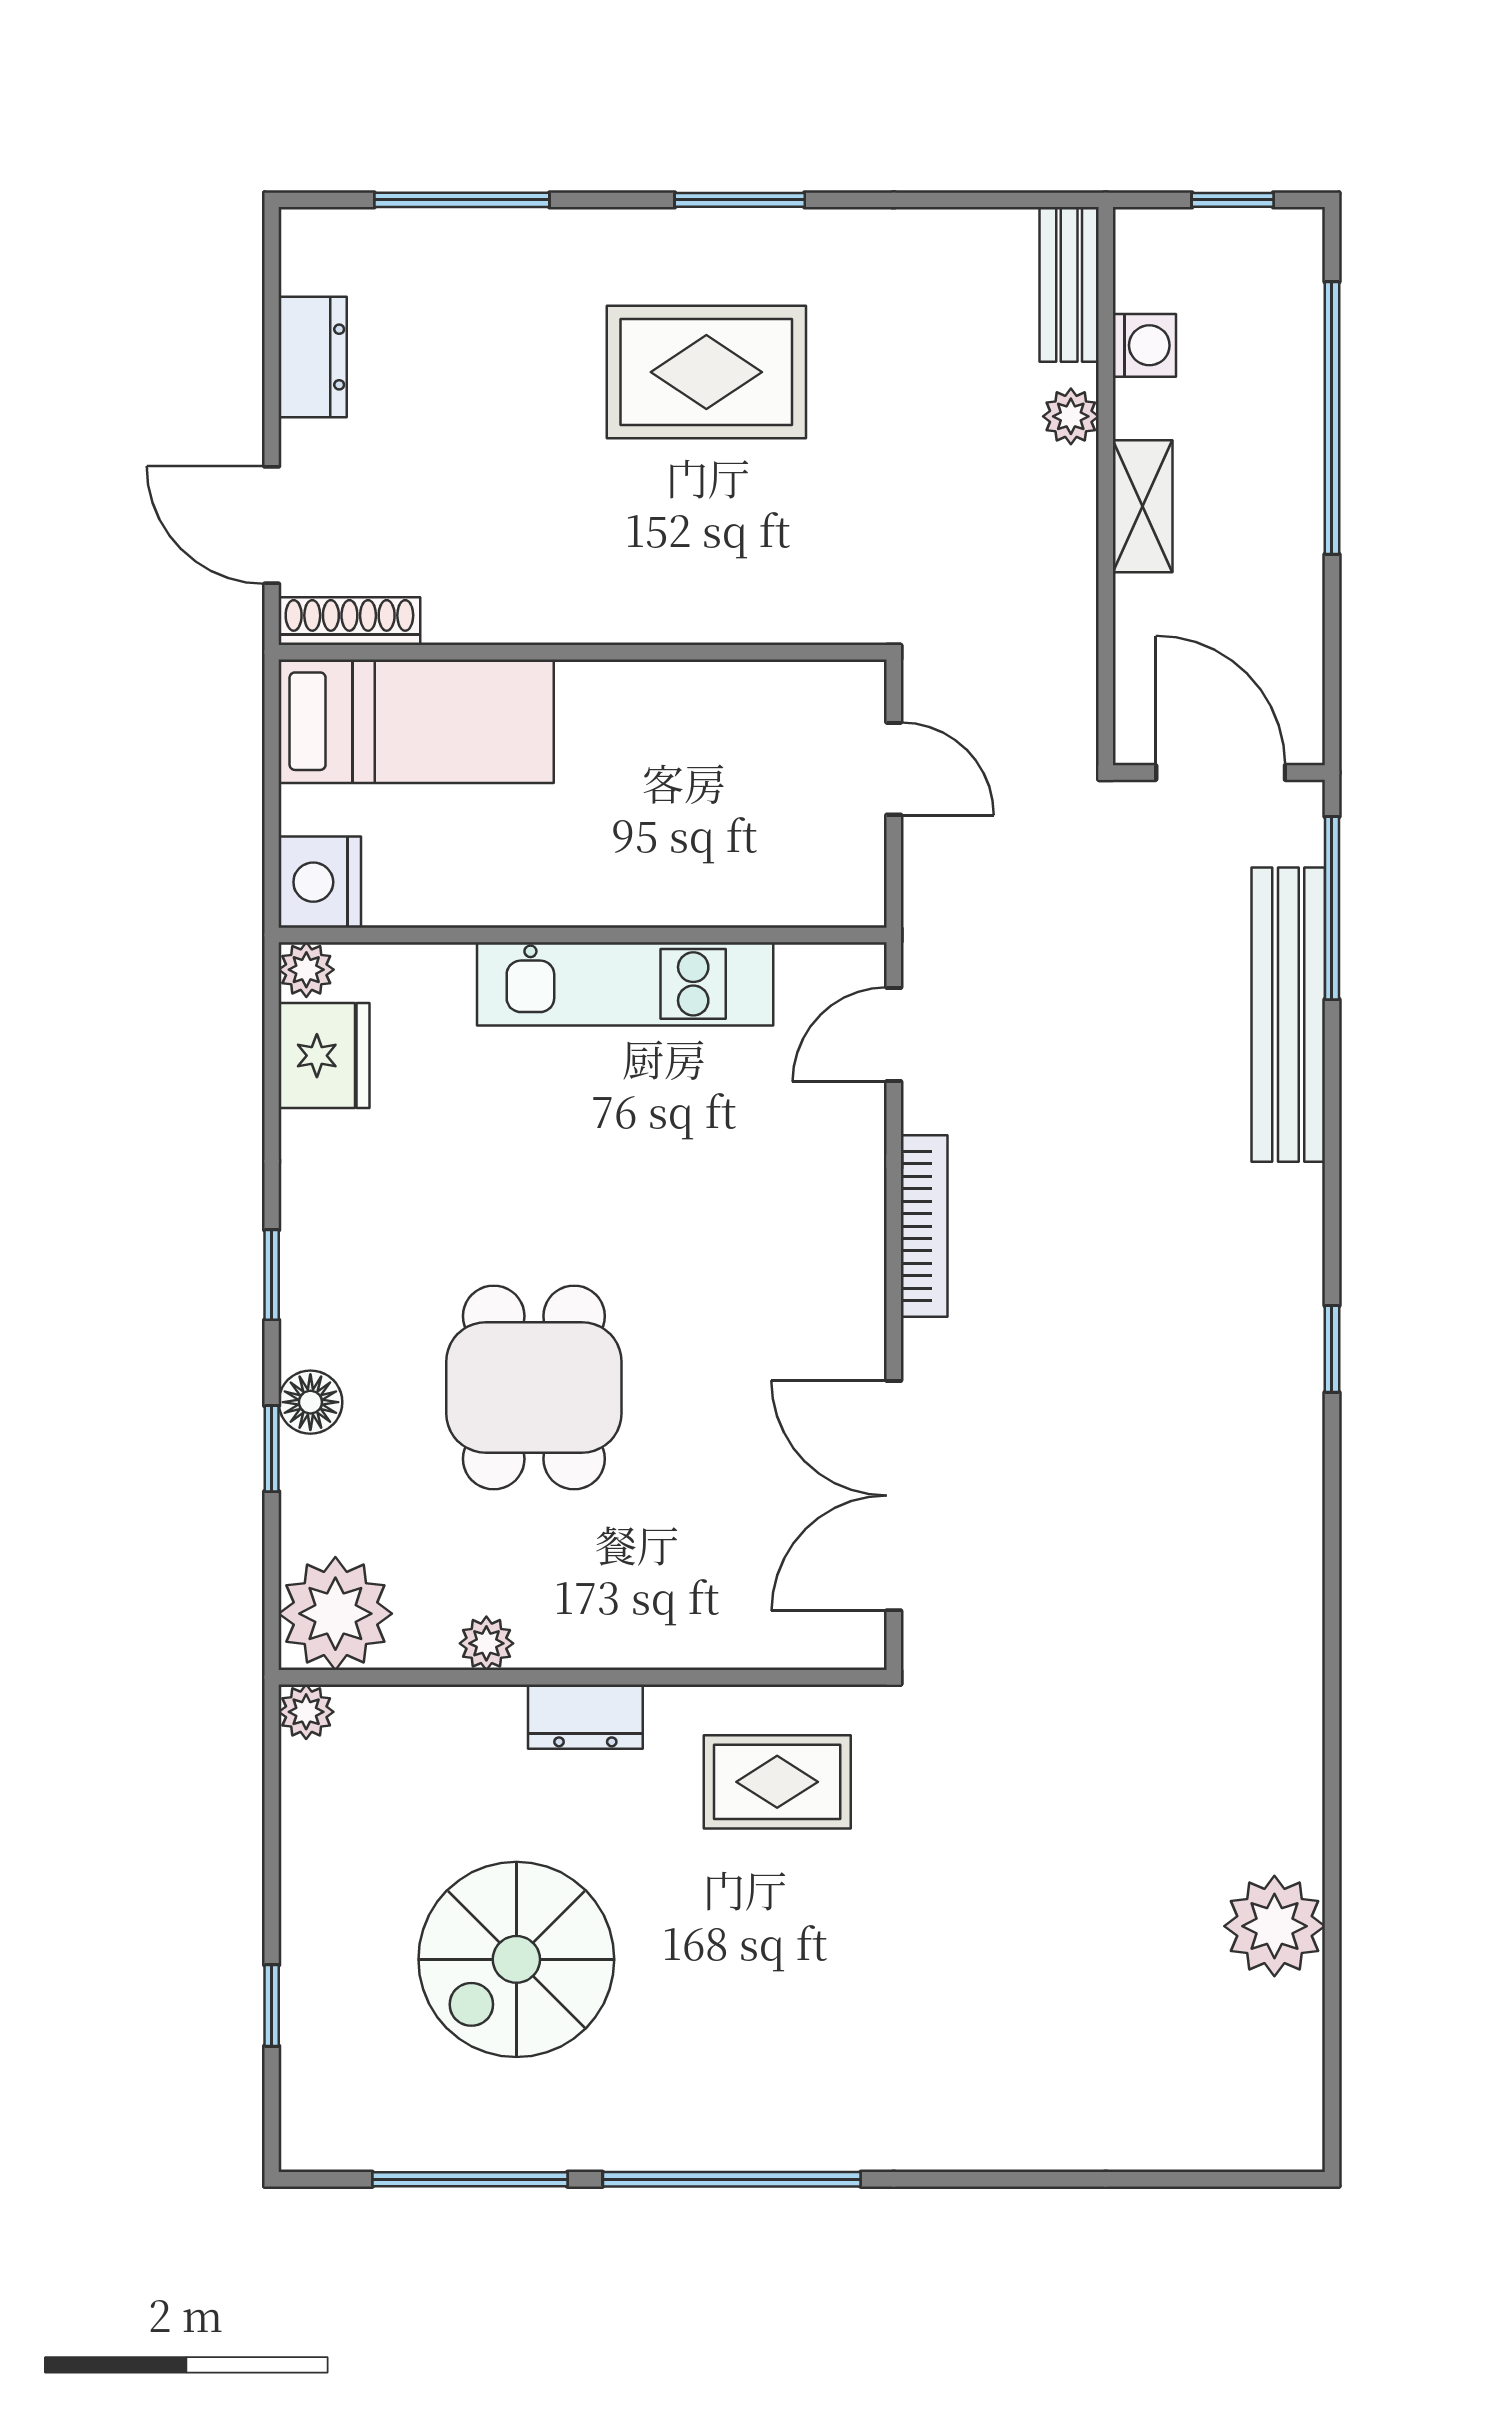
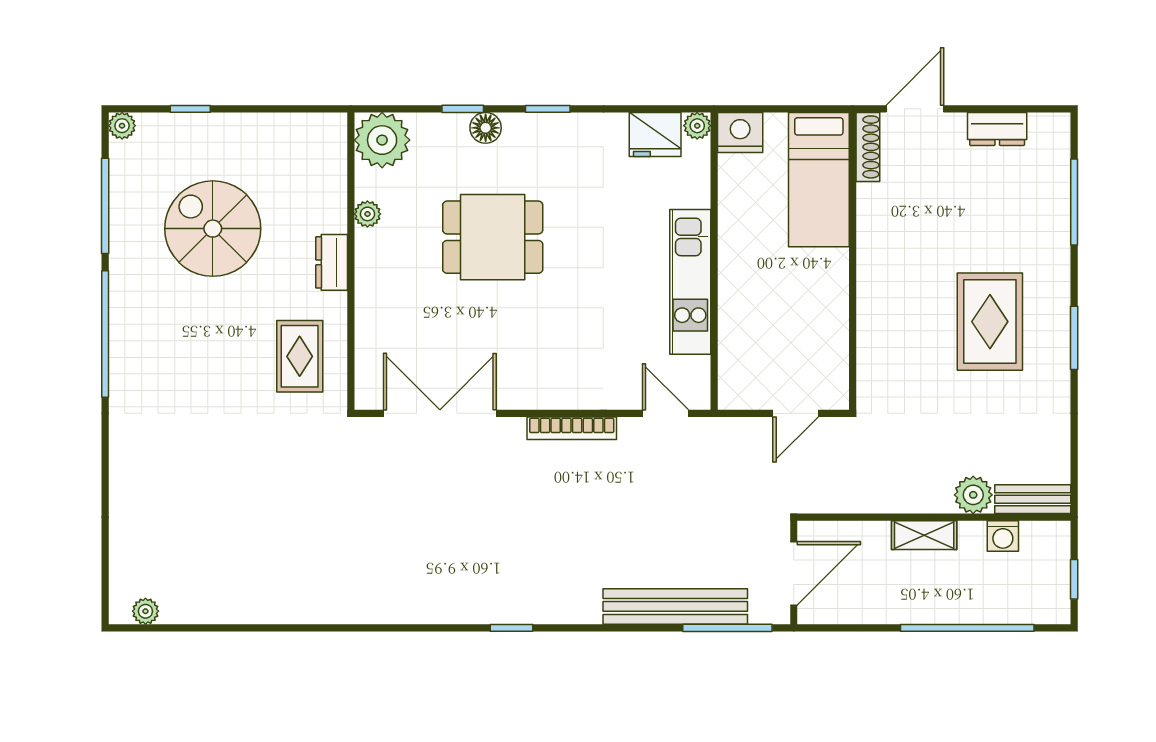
plant: (1071, 416) -> (973, 495), width x1.38, depth x1.38
plant: (306, 1712) -> (122, 126), moved
plant: (1274, 1926) -> (145, 611), moved, width x0.53, depth x0.53

